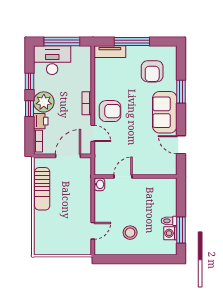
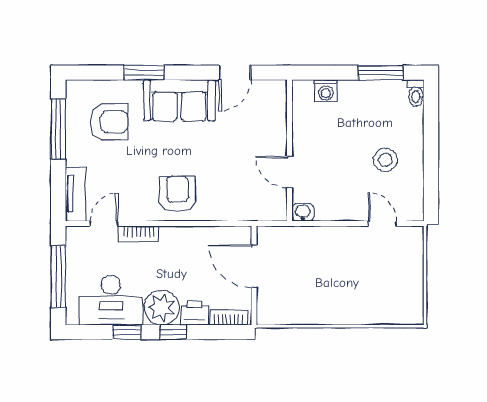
window: (132, 42) -> (58, 129), moved
desk: (52, 60) -> (111, 300), moved, turned -90
bookcase: (87, 103) -> (139, 234), moved
door: (93, 133) -> (104, 224), moved
sun lounger: (42, 189) -> (310, 310), removed
toilet: (169, 221) -> (416, 93), moved
washing machine: (170, 233) -> (326, 91), moved

